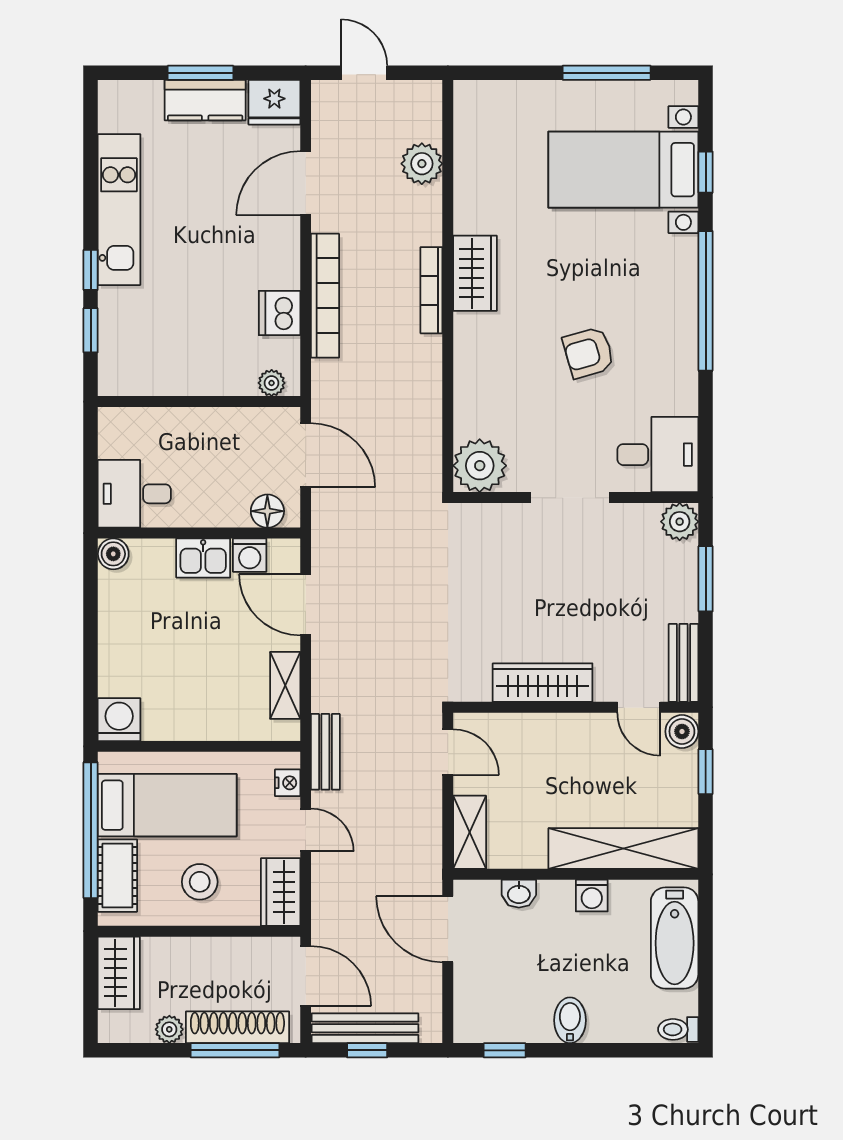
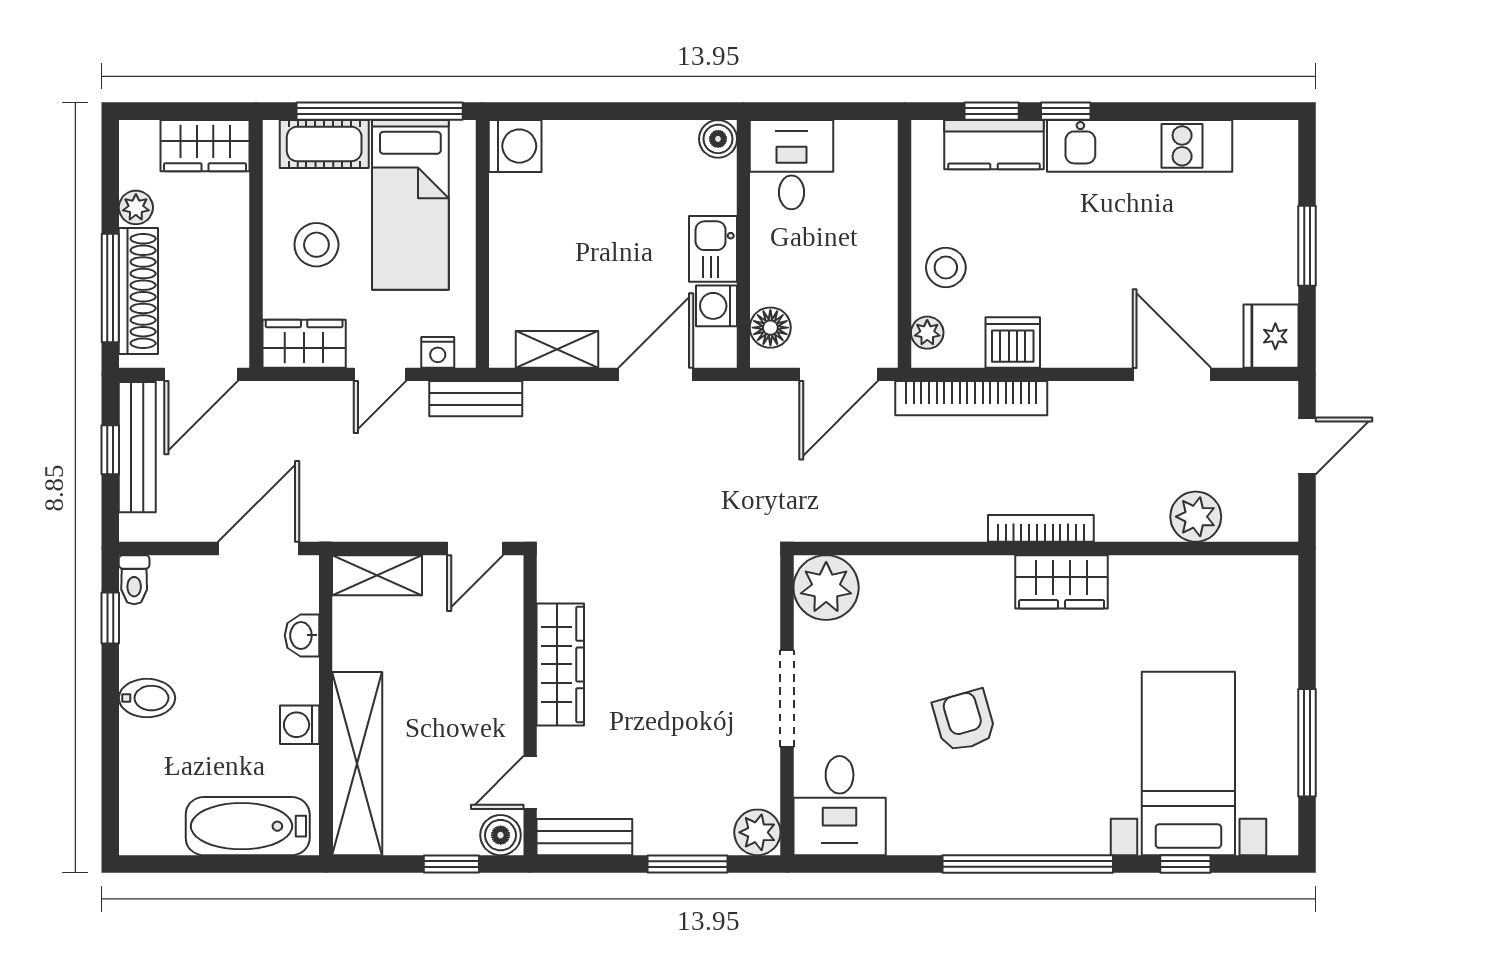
kitchen counter: (205, 100) -> (994, 145), moved, turned -90
bookcase: (325, 296) -> (971, 398), moved
stool: (218, 368) -> (946, 267), added
toilet: (678, 1029) -> (134, 580), moved, turned 180

